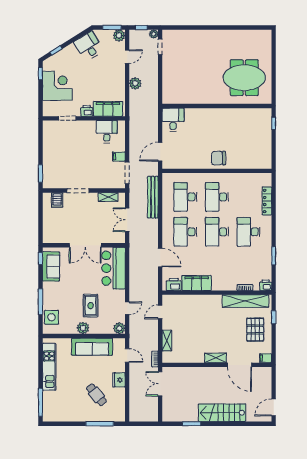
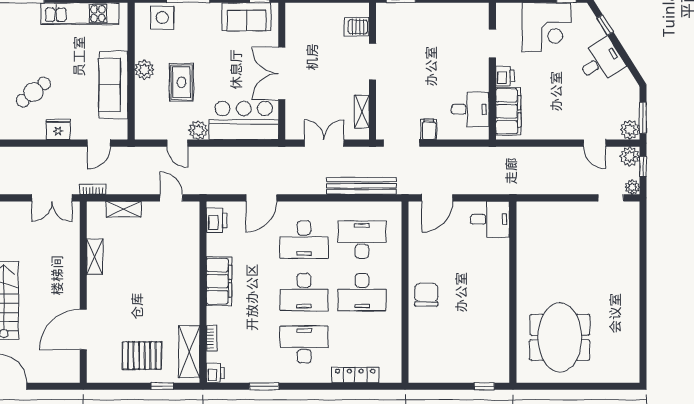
desk: (89, 46) -> (601, 62), moved
plant: (135, 83) -> (630, 156), moved
door: (160, 152) -> (437, 198), swing flipped
desk: (217, 197) -> (362, 292), turned 180
desk: (185, 232) -> (304, 240), turned 180
desk: (217, 232) -> (304, 292), turned 180
filing cabinet: (197, 283) -> (219, 281), moved
shelving: (246, 301) -> (189, 352), width x0.68
rug: (91, 306) -> (182, 82), turned 90
plant: (119, 328) -> (198, 130), moved
shelving: (216, 358) -> (95, 257), moved
filing cabinet: (266, 358) -> (95, 373), removed
double door: (160, 384) -> (52, 198), swing flipped

